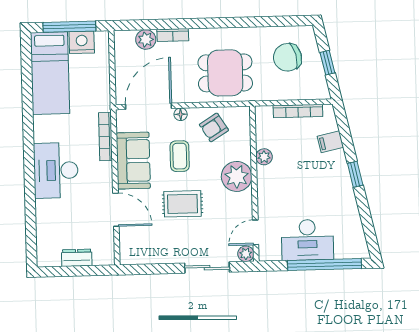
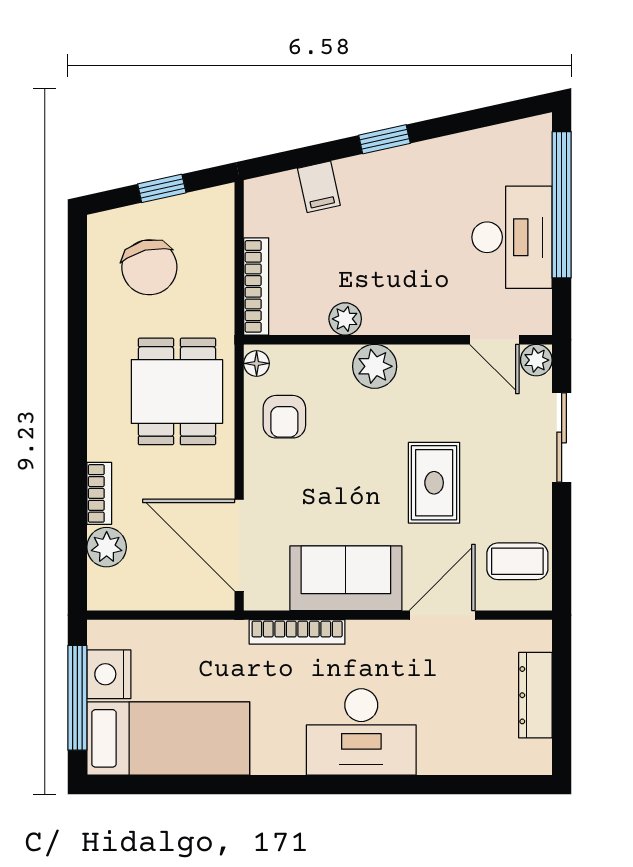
bookcase: (298, 111) -> (256, 286), moved
floor lamp: (181, 114) -> (257, 363), moved
armchair: (214, 127) -> (284, 417), turned 32
coffee table: (180, 156) -> (517, 561), moved
plant: (237, 176) -> (375, 366), width x0.73, depth x0.73
dresser: (77, 258) -> (535, 695), width x1.44

